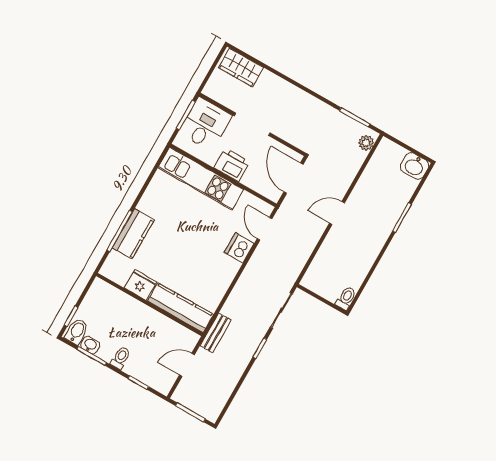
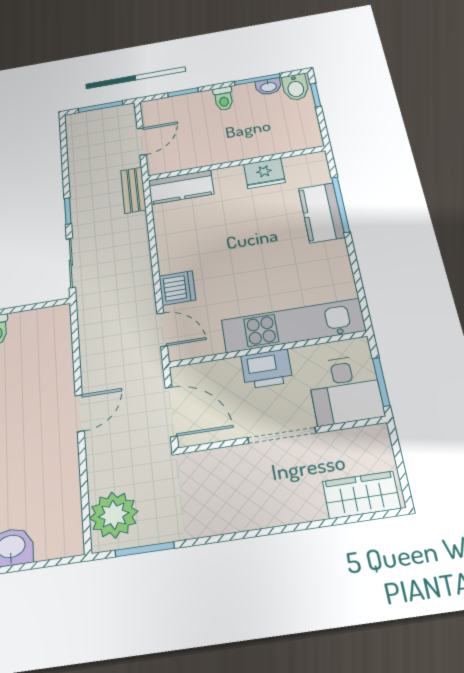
plant: (366, 143) -> (114, 515), width x1.88, depth x1.88
kitchen counter: (180, 308) -> (181, 187), width x0.67

